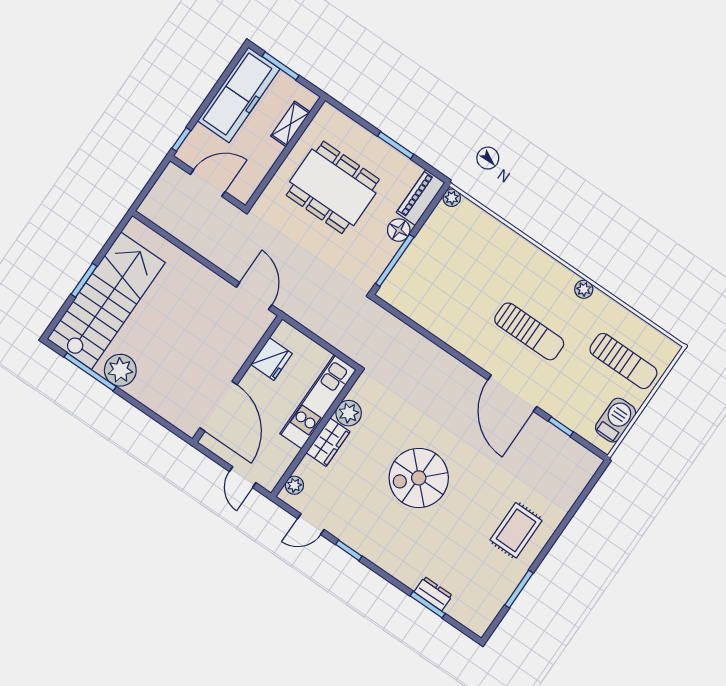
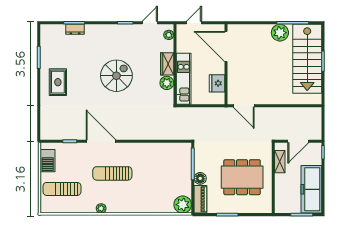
shelving: (290, 124) -> (280, 162), moved
plant: (452, 198) -> (183, 205), width x1.87, depth x1.87
door: (243, 477) -> (194, 23), hinge flipped

